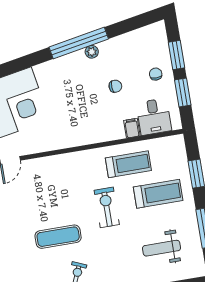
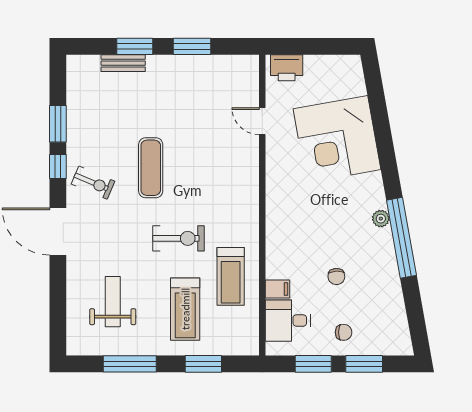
plant: (92, 52) -> (381, 219), moved

